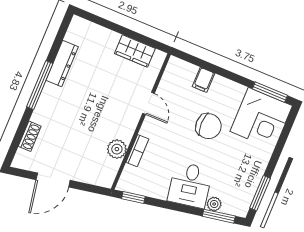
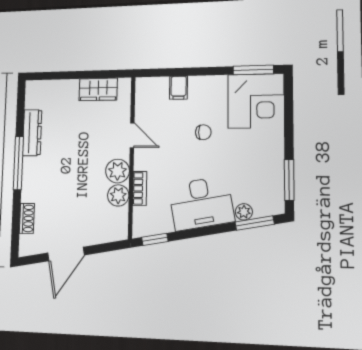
chair: (208, 126) -> (203, 132), width x0.54, depth x0.54
plant: (124, 128) -> (118, 171), added
desk: (190, 185) -> (201, 203), width x1.37

